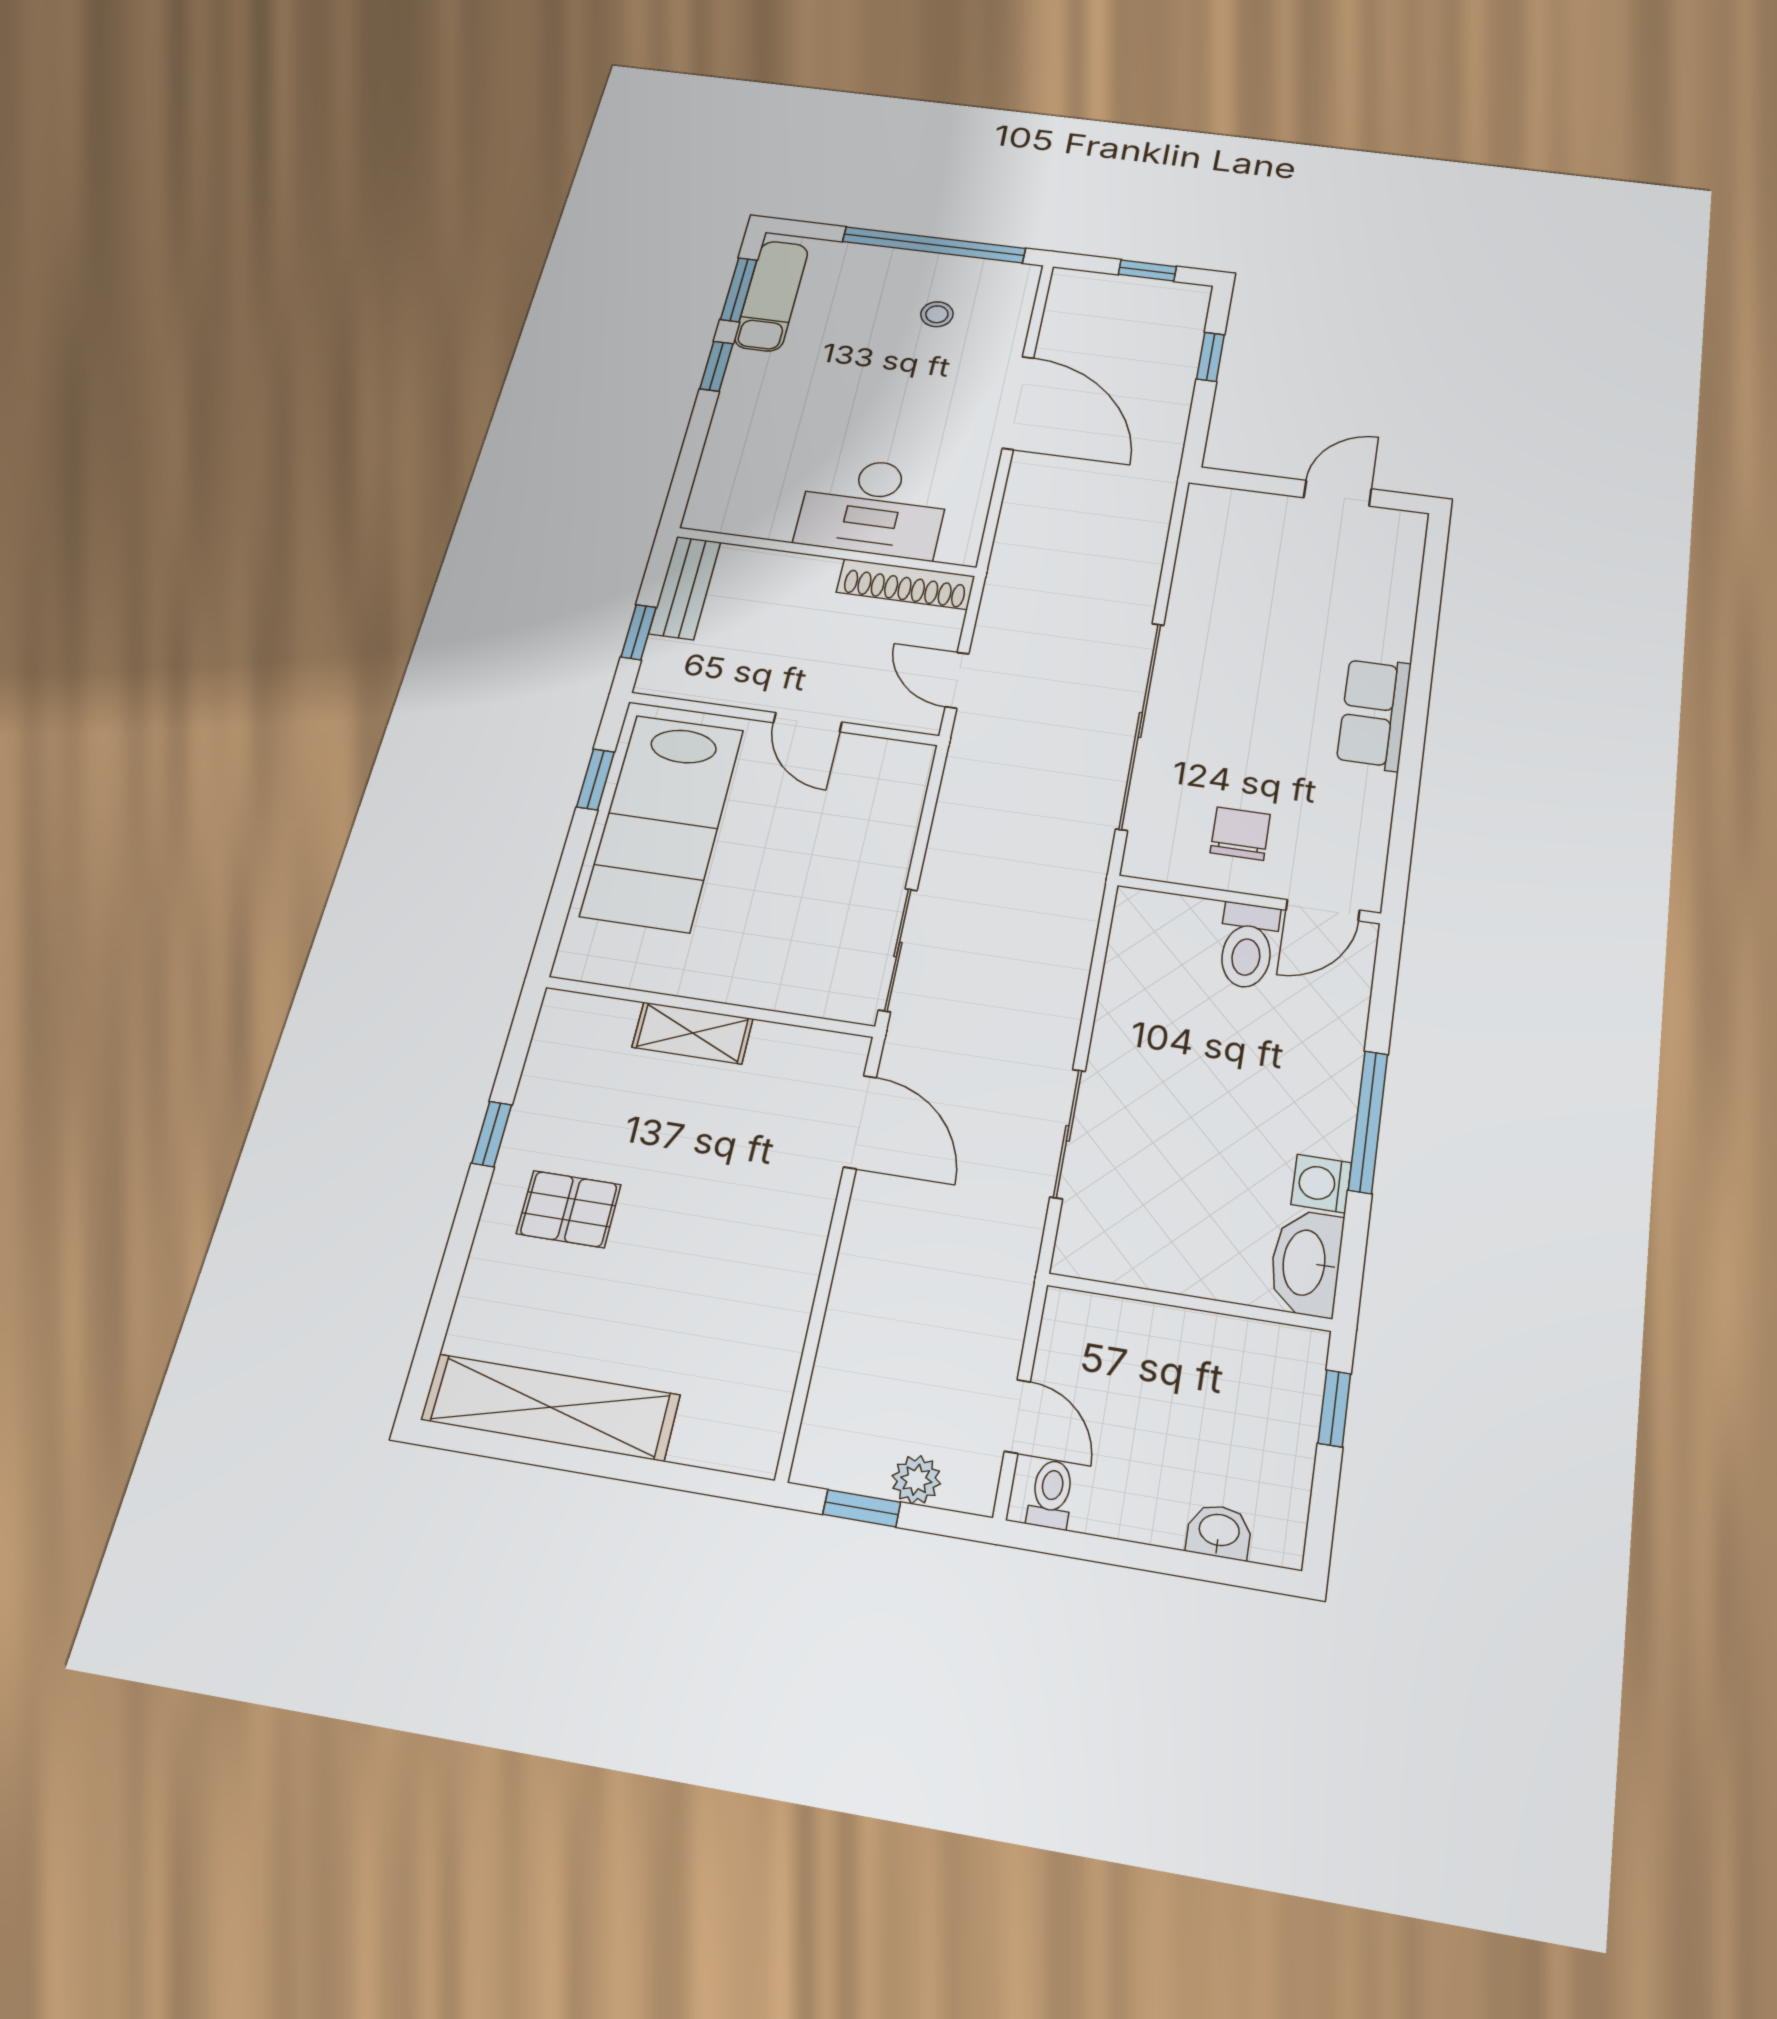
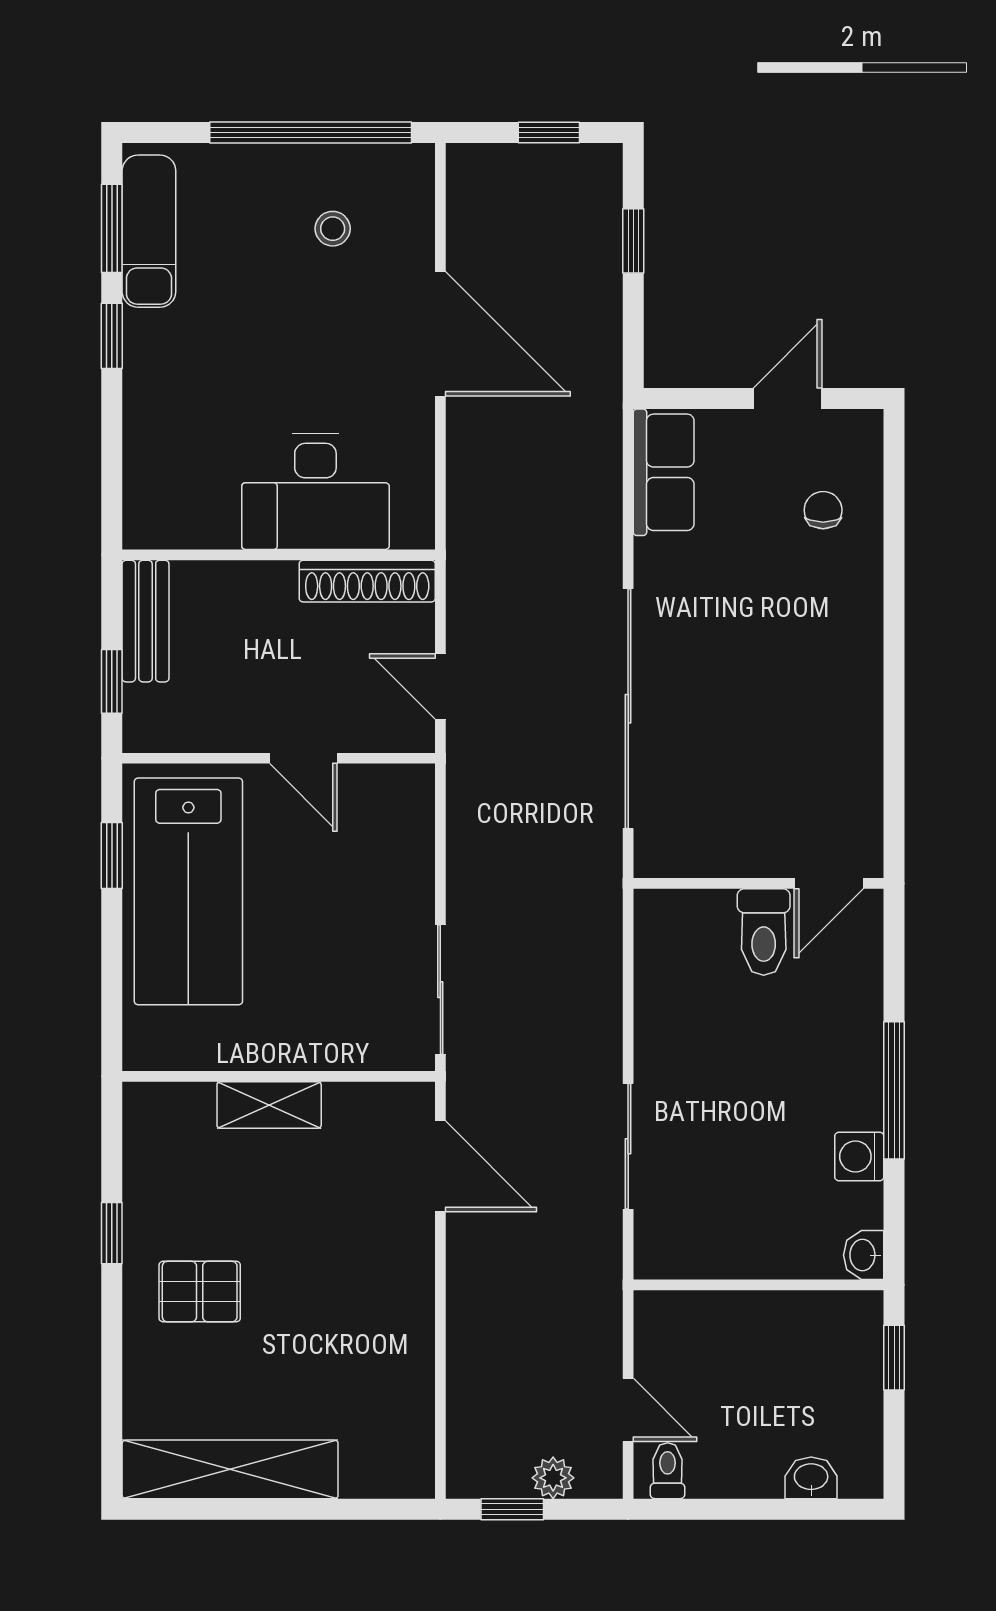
row of seats: (1374, 713) -> (664, 472), moved, turned 180
chair: (1240, 834) -> (823, 510), moved, width x0.73, depth x0.73
washbasin: (1306, 1263) -> (864, 1255), width x0.52, depth x0.69

